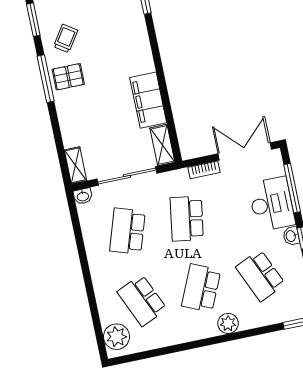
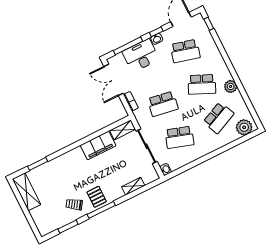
shelving: (75, 165) -> (133, 186), moved
school desk: (260, 276) -> (185, 51), turned 39
plant: (228, 323) -> (231, 86), moved

